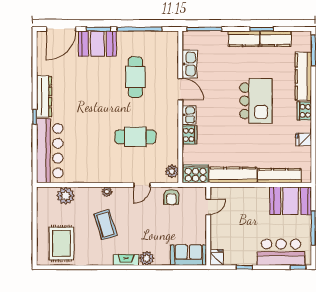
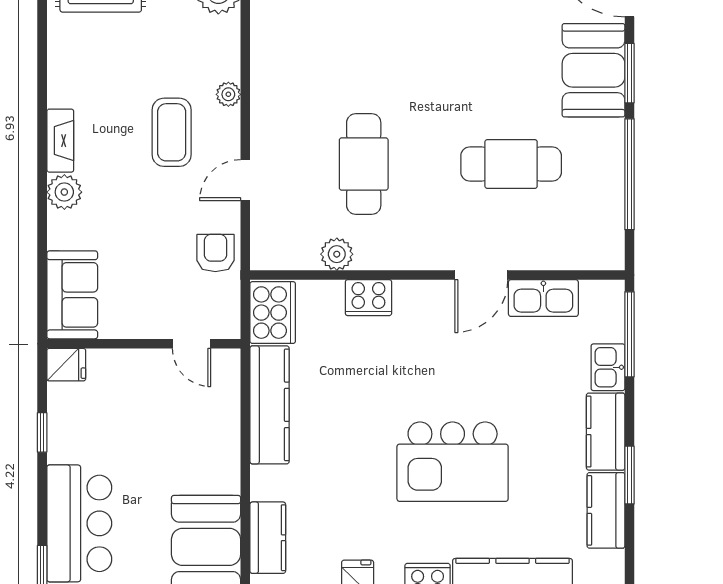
kitchen sink: (189, 115) -> (608, 367), moved, turned 90
plant: (172, 171) -> (337, 254), moved
kitchen counter: (280, 176) -> (268, 538), width x0.67
door: (142, 185) -> (245, 180), hinge flipped
armchair: (171, 197) -> (215, 253), turned 90
coffee table: (106, 225) -> (172, 132), moved, turned -73

